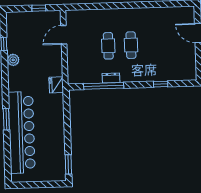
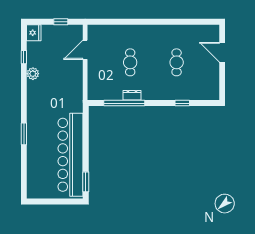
cafe table: (131, 45) -> (177, 62), moved
fridge: (56, 85) -> (34, 33), moved, turned 180
bar counter: (22, 132) -> (70, 155), moved, turned 180

